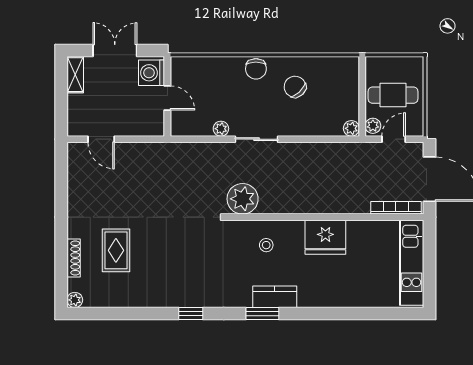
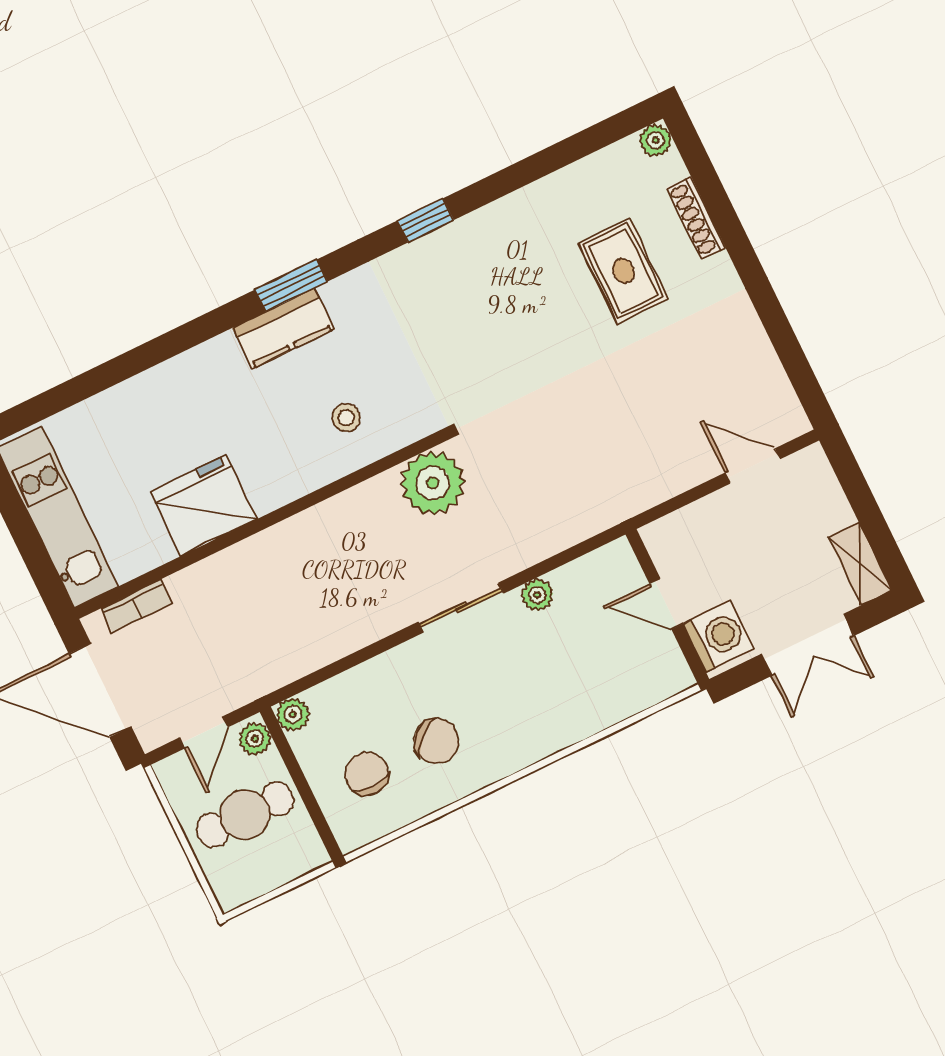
chair: (256, 69) -> (367, 774), moved
bookcase: (396, 208) -> (137, 606), width x0.64
fridge: (325, 237) -> (204, 505), moved

